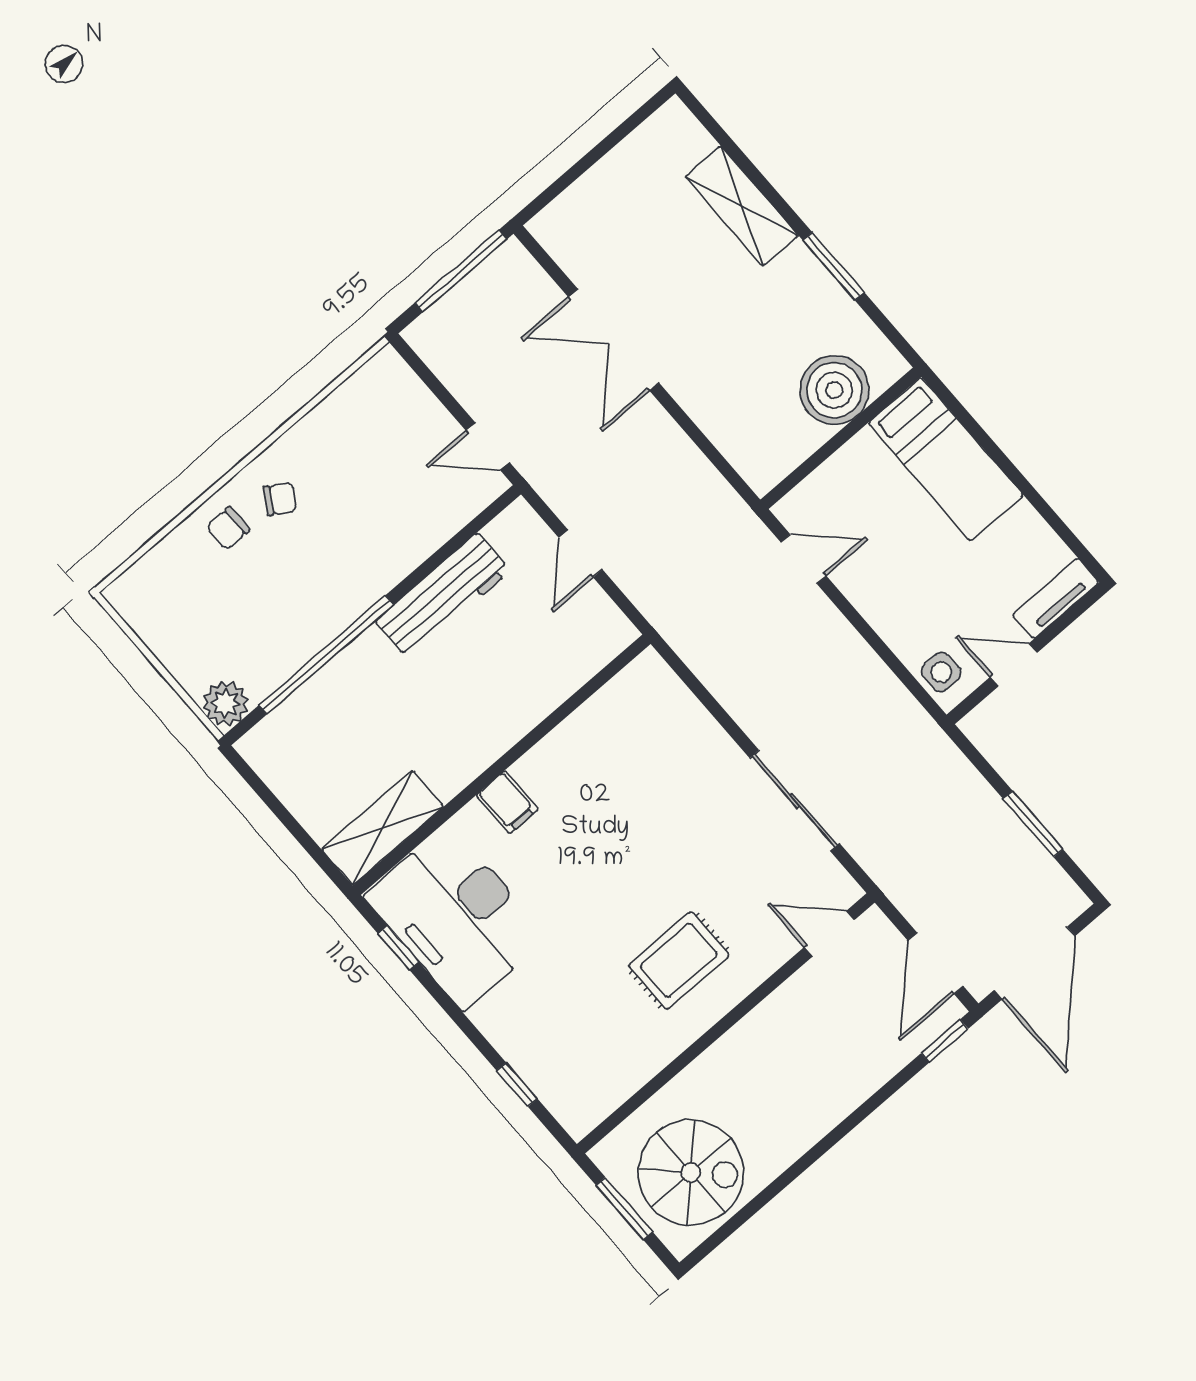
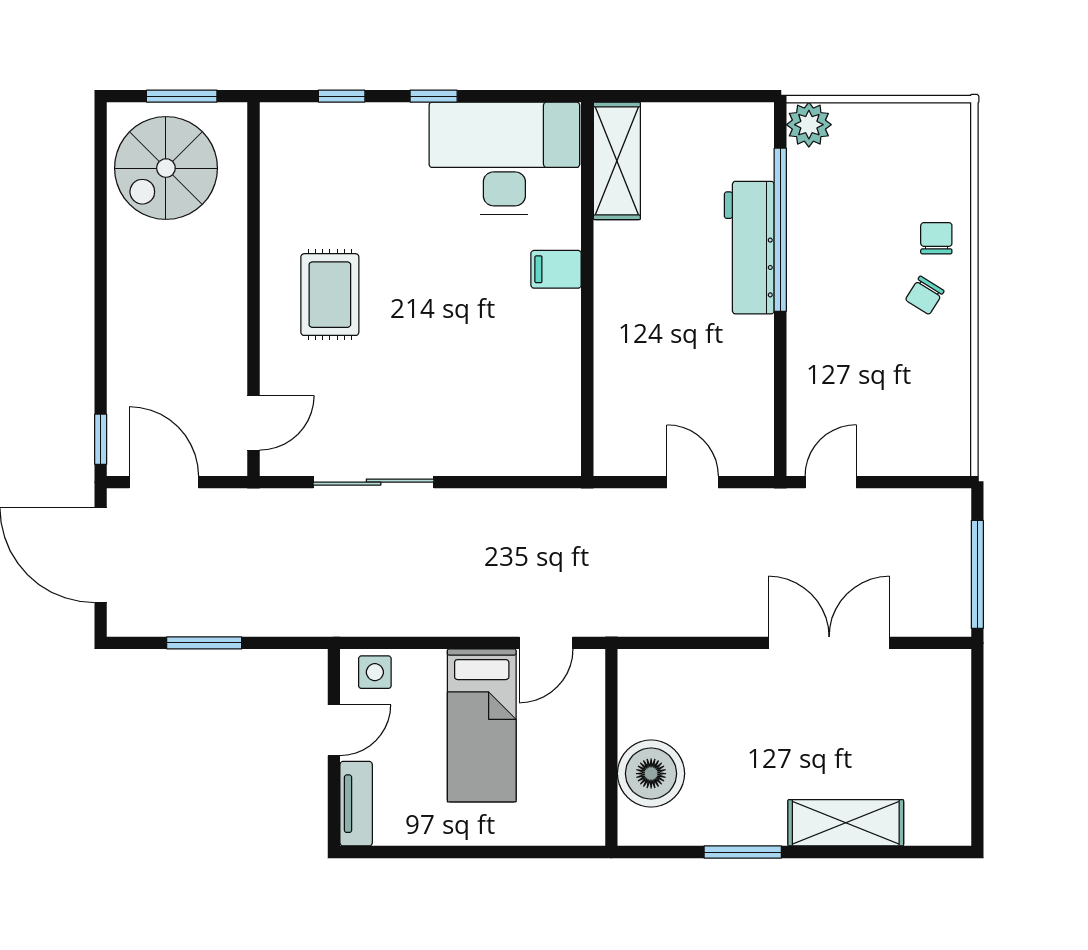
bed: (946, 459) -> (482, 725), moved, turned -90
workbench: (443, 596) -> (749, 248), moved
window: (398, 948) -> (434, 96), moved

